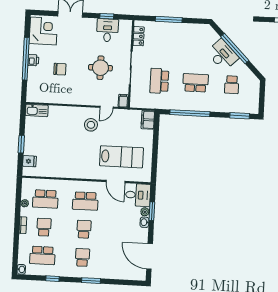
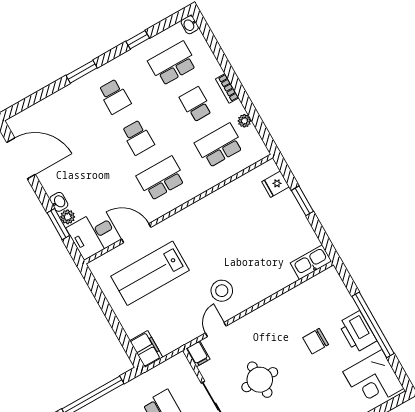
printer: (33, 60) -> (357, 332), width x1.87, depth x1.48
school desk: (44, 227) -> (196, 104), turned 180

